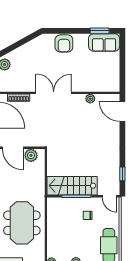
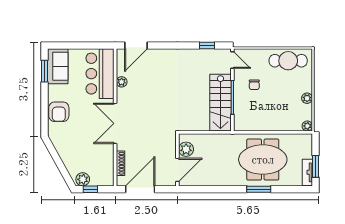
armchair: (64, 43) -> (59, 112), turned 90
bar counter: (98, 80) -> (100, 74), added
door: (109, 196) -> (232, 60), hinge flipped

